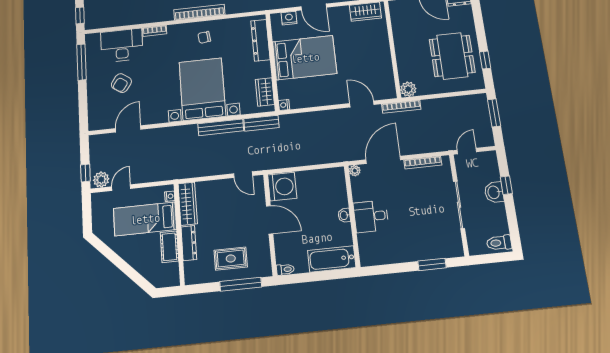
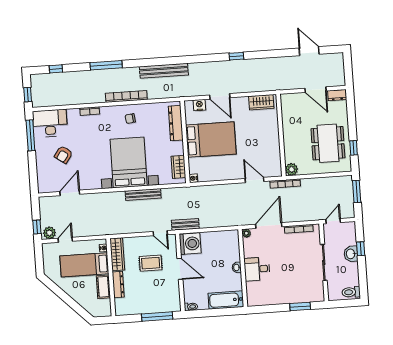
desk: (122, 45) -> (50, 123), moved
bench: (261, 123) -> (185, 224), moved
rug: (231, 259) -> (151, 263), moved

